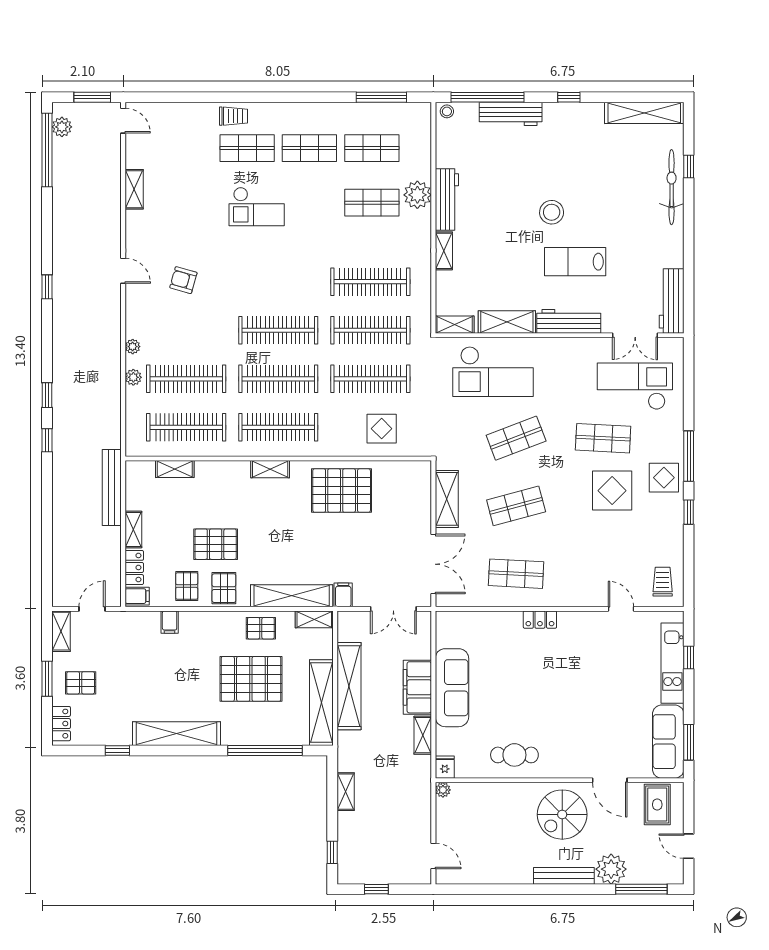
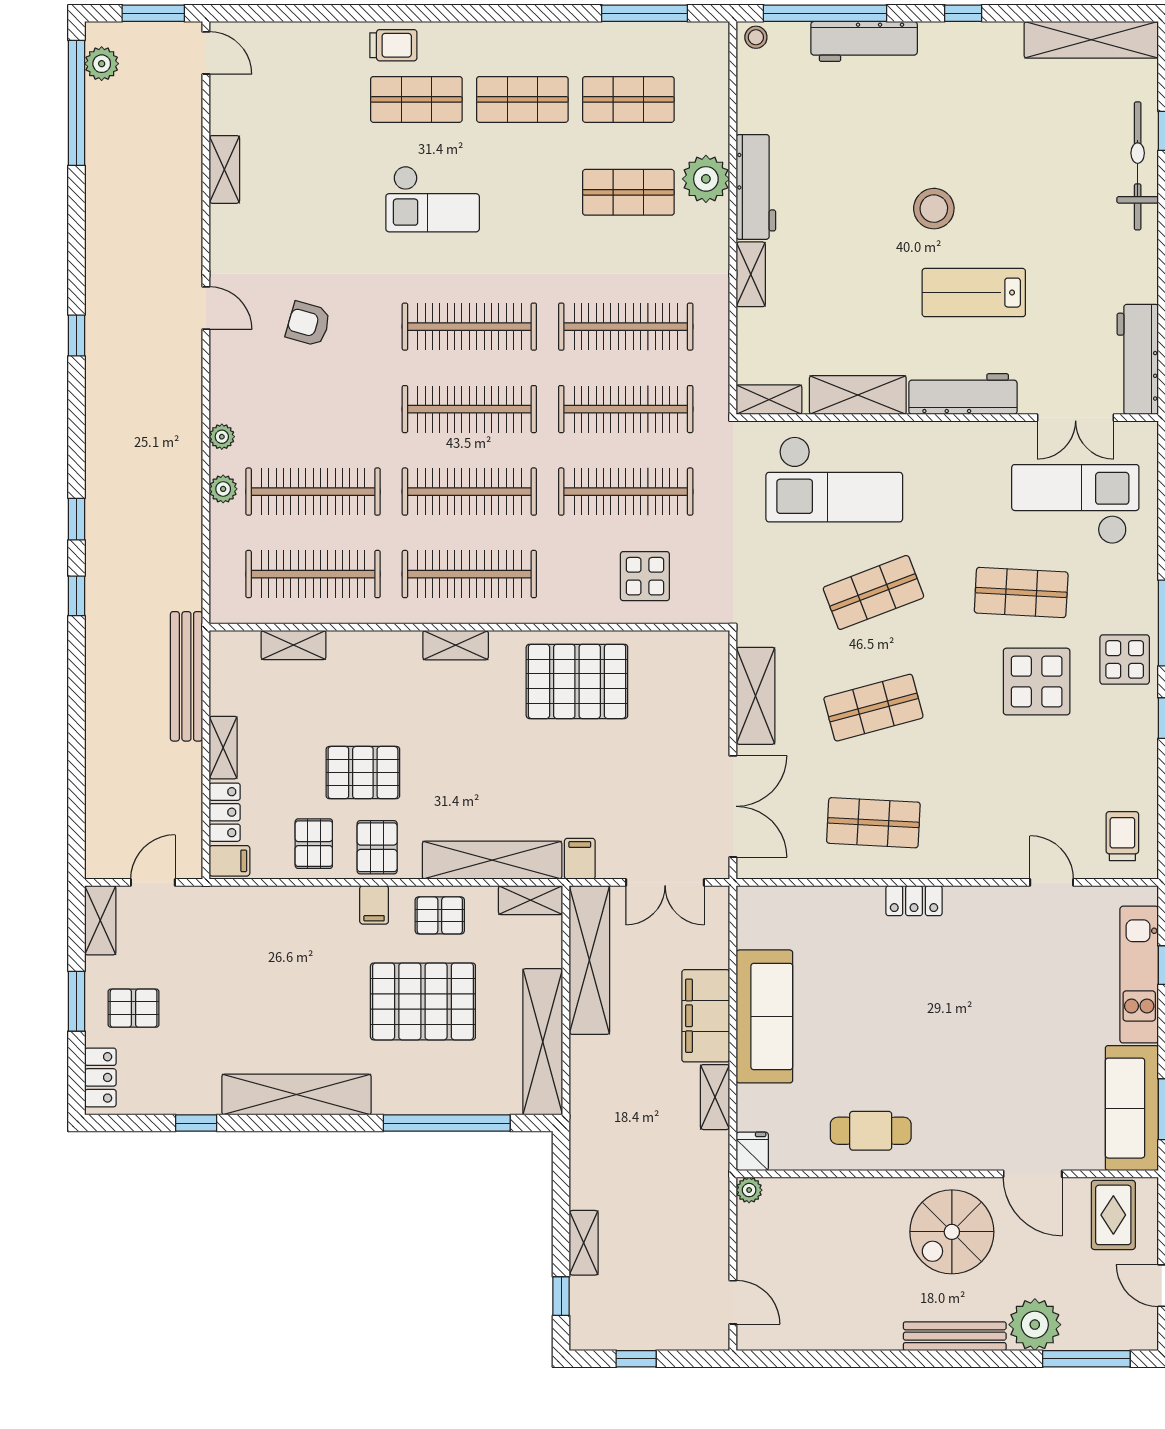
clothes rail: (278, 282) -> (469, 327), added
filing cabinet: (170, 622) -> (374, 905), moved
shelving: (349, 686) -> (589, 960), moved
shelving: (346, 792) -> (584, 1243), moved

